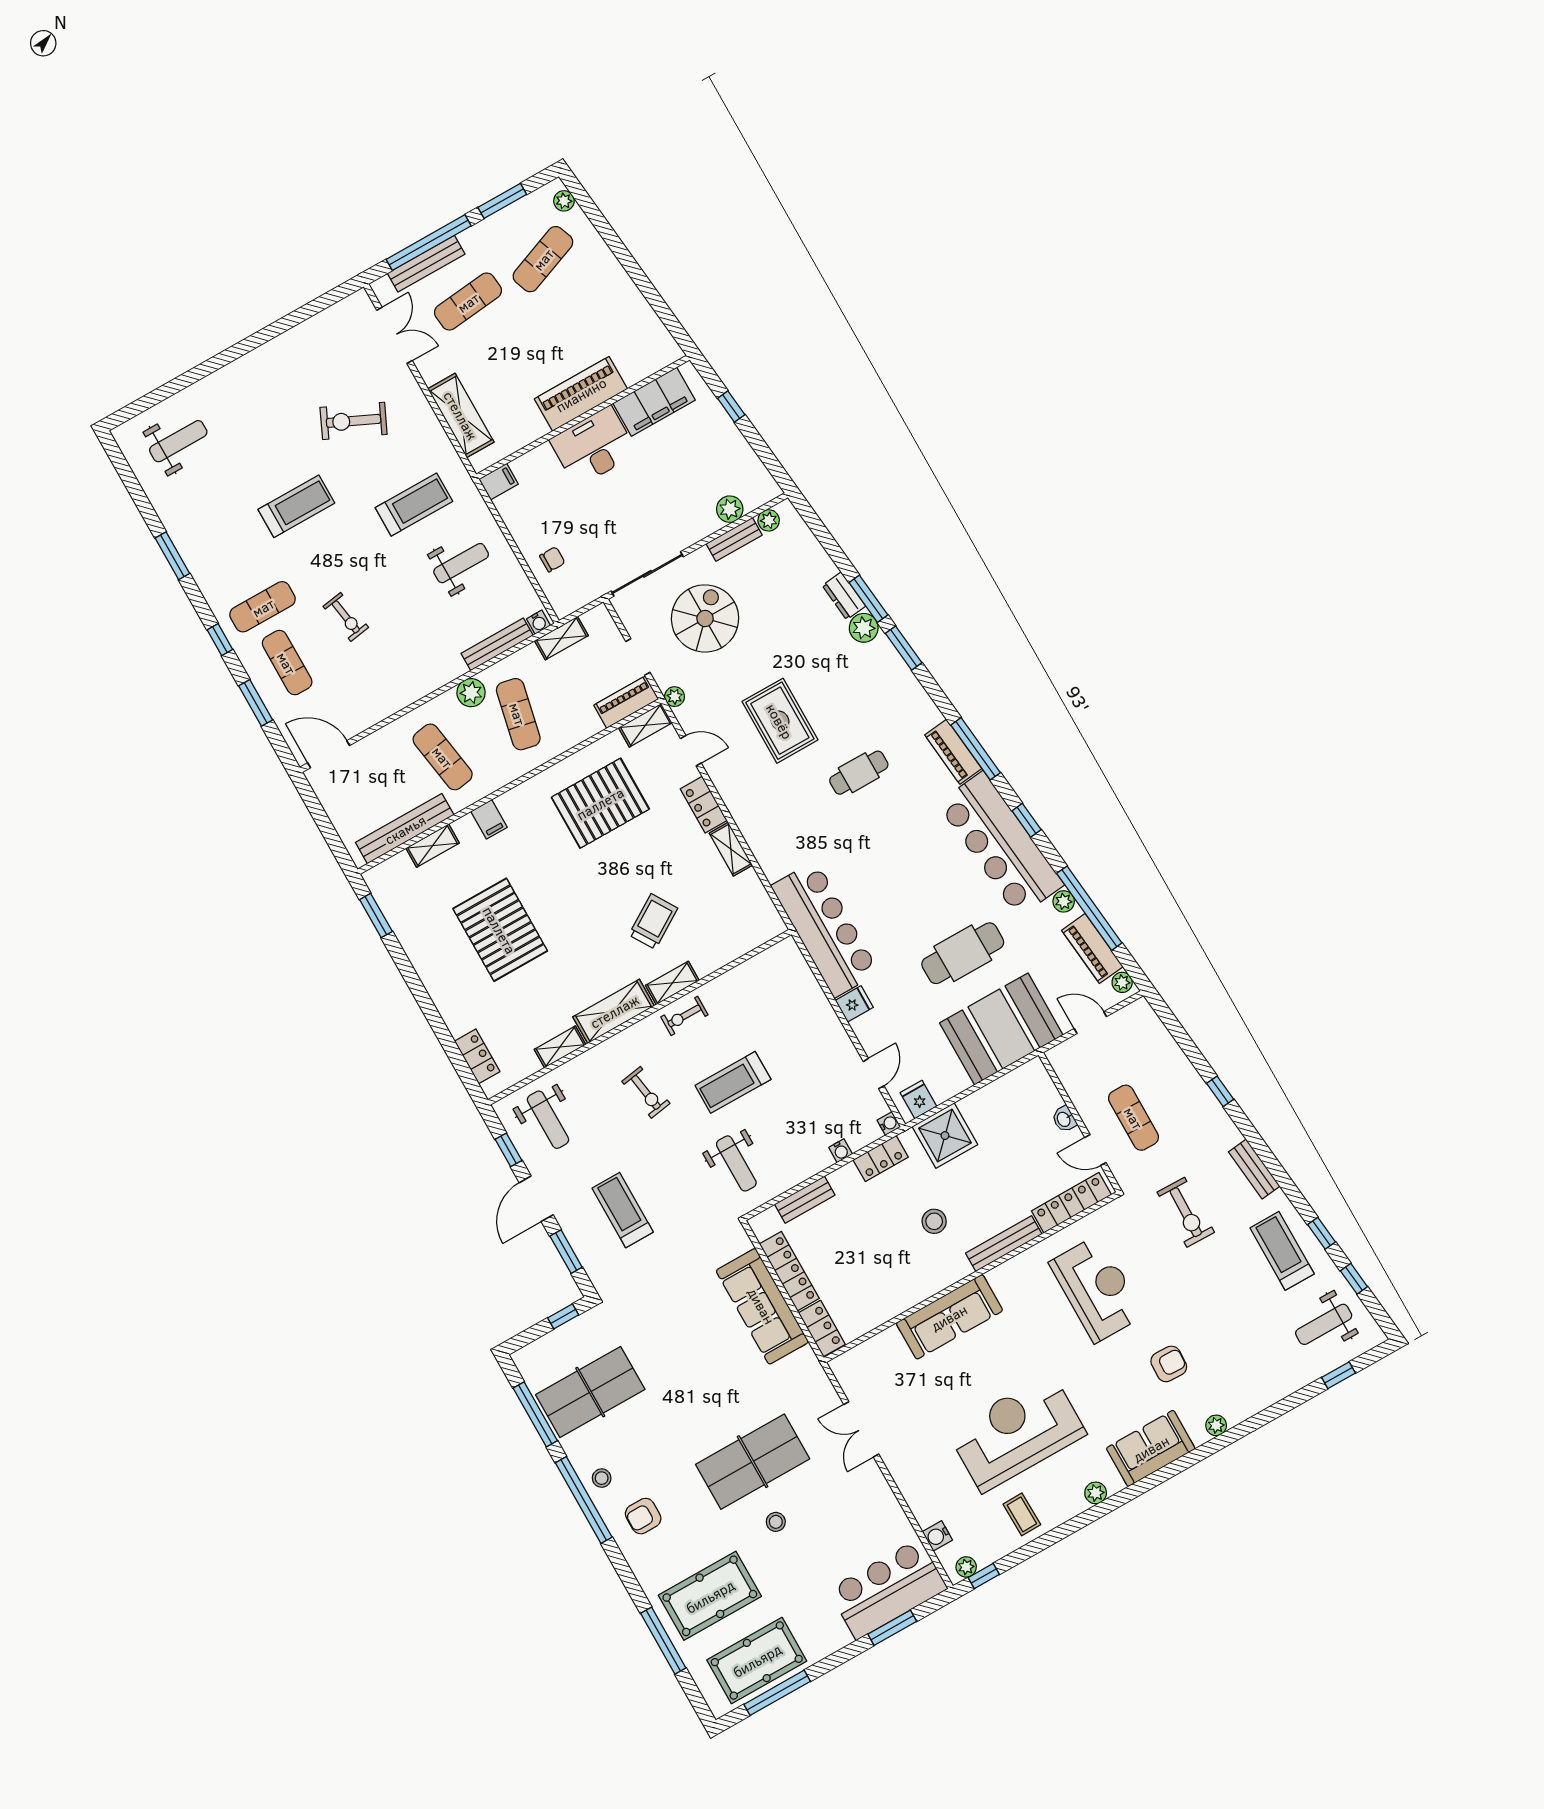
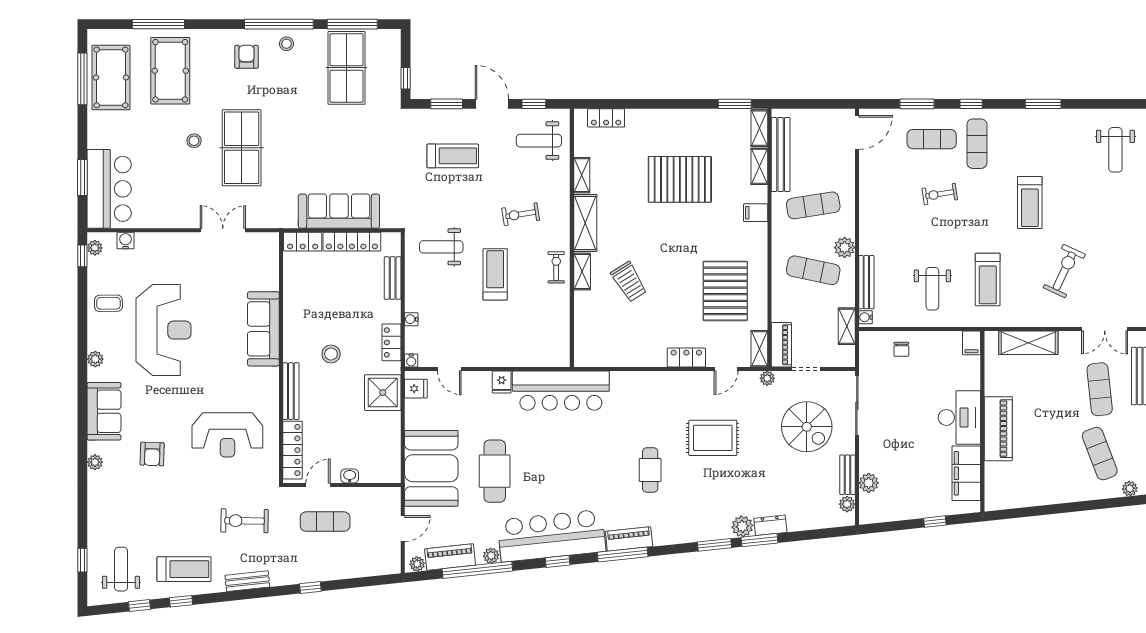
shelving: (731, 849) -> (759, 128), moved, turned 90

